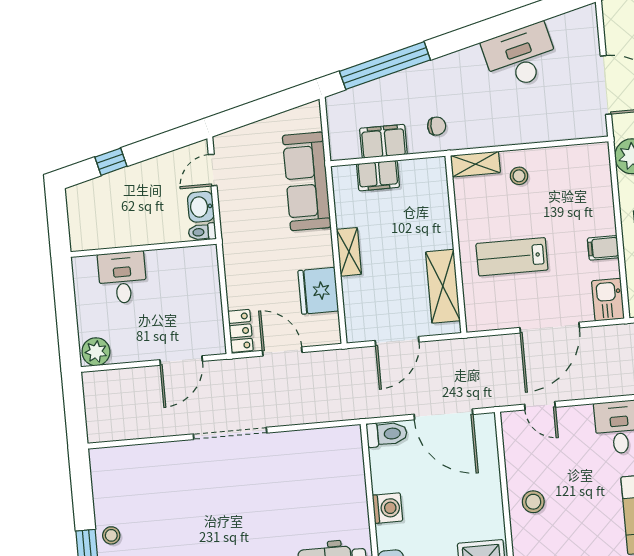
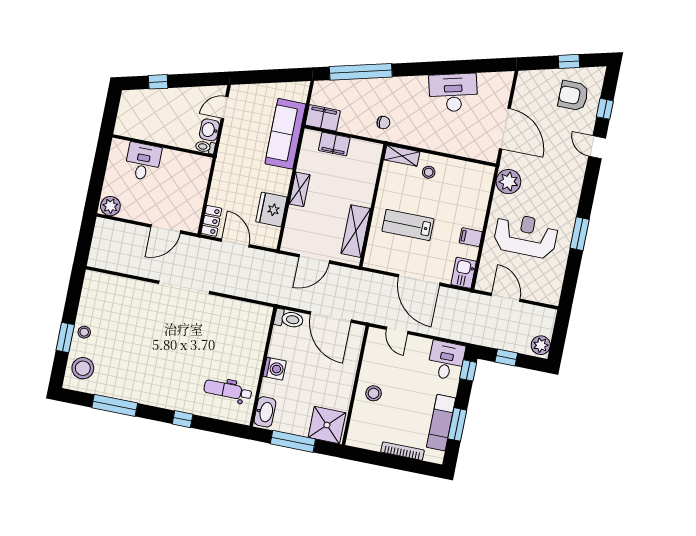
filing cabinet: (383, 141) -> (323, 118), moved
door: (550, 328) -> (419, 280), hinge flipped

